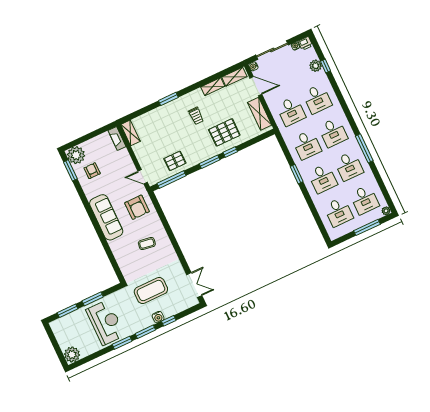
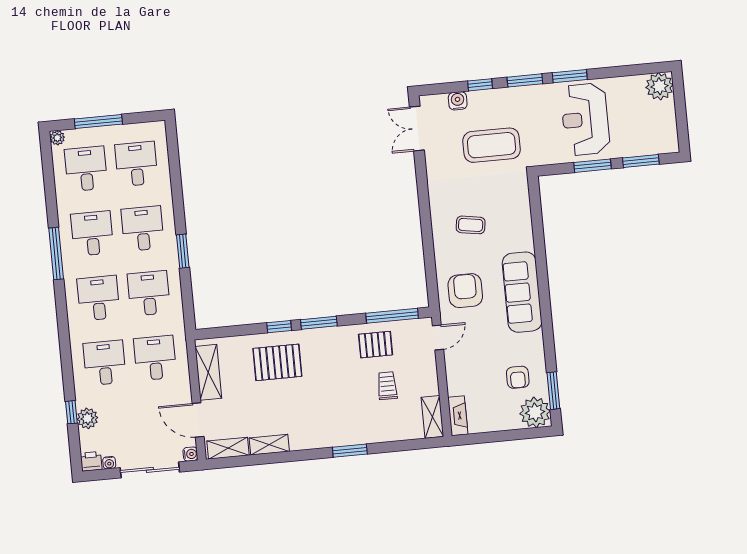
trolley: (196, 116) -> (387, 386), moved
door: (143, 177) -> (438, 337), hinge flipped
water cooler: (158, 317) -> (458, 101), moved

